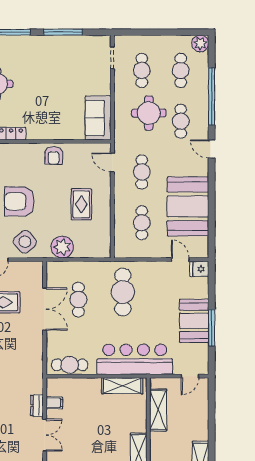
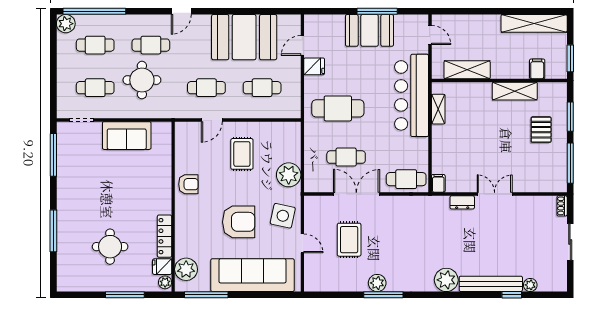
window: (63, 32) -> (53, 155), moved
window: (212, 96) -> (94, 11), moved
sofa: (98, 118) -> (127, 136), moved
door: (112, 162) -> (212, 120), moved
armchair: (19, 201) -> (239, 222), turned -90
rug: (81, 204) -> (242, 154), turned 90
side table: (25, 242) -> (283, 216), turned -37
fridge: (199, 269) -> (314, 66), moved, turned -90
cafe table: (70, 365) -> (406, 179), moved, turned 90
shelving: (122, 386) -> (438, 109), width x0.67, depth x0.75
filing cabinet: (54, 403) -> (438, 183), moved

